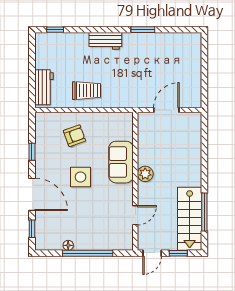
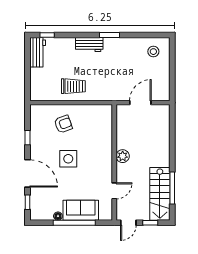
window: (143, 30) -> (110, 35), moved
stool: (182, 49) -> (153, 52), added
workbench: (44, 87) -> (38, 52), moved
sofa: (121, 162) -> (81, 210), moved, turned 90

